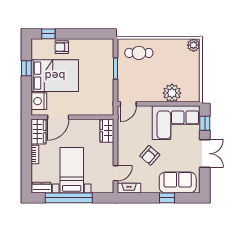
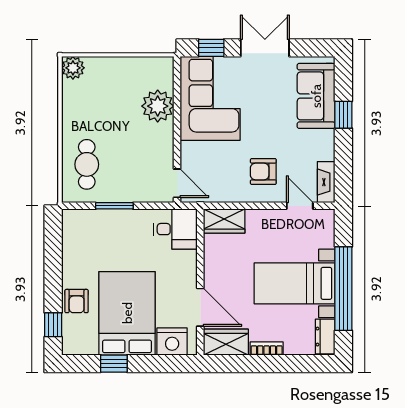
desk: (102, 103) -> (175, 229), added
armchair: (150, 155) -> (263, 172), moved, turned 139

